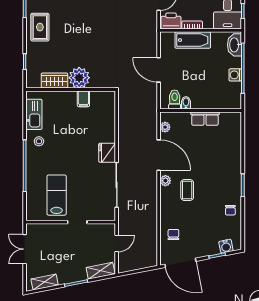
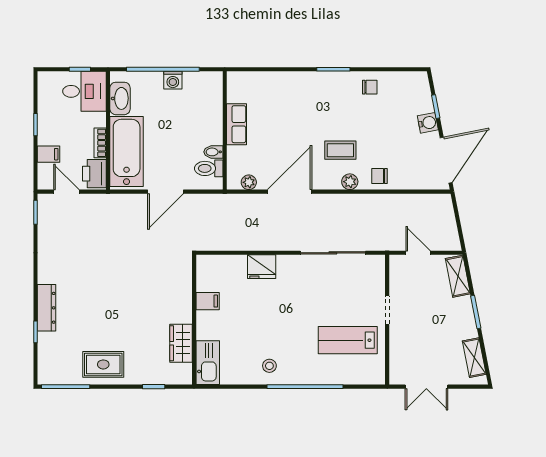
bathtub: (193, 40) -> (127, 151), width x1.36, depth x1.36
washbasin: (234, 45) -> (120, 98), moved, turned -90
plant: (79, 78) -> (177, 307), removed
kitchen sink: (34, 114) -> (208, 363), moved, turned 90
fridge: (107, 153) -> (262, 267), moved
plant: (165, 181) -> (350, 182), moved
chair: (173, 235) -> (379, 176), moved
water cooler: (226, 246) -> (428, 123), moved

